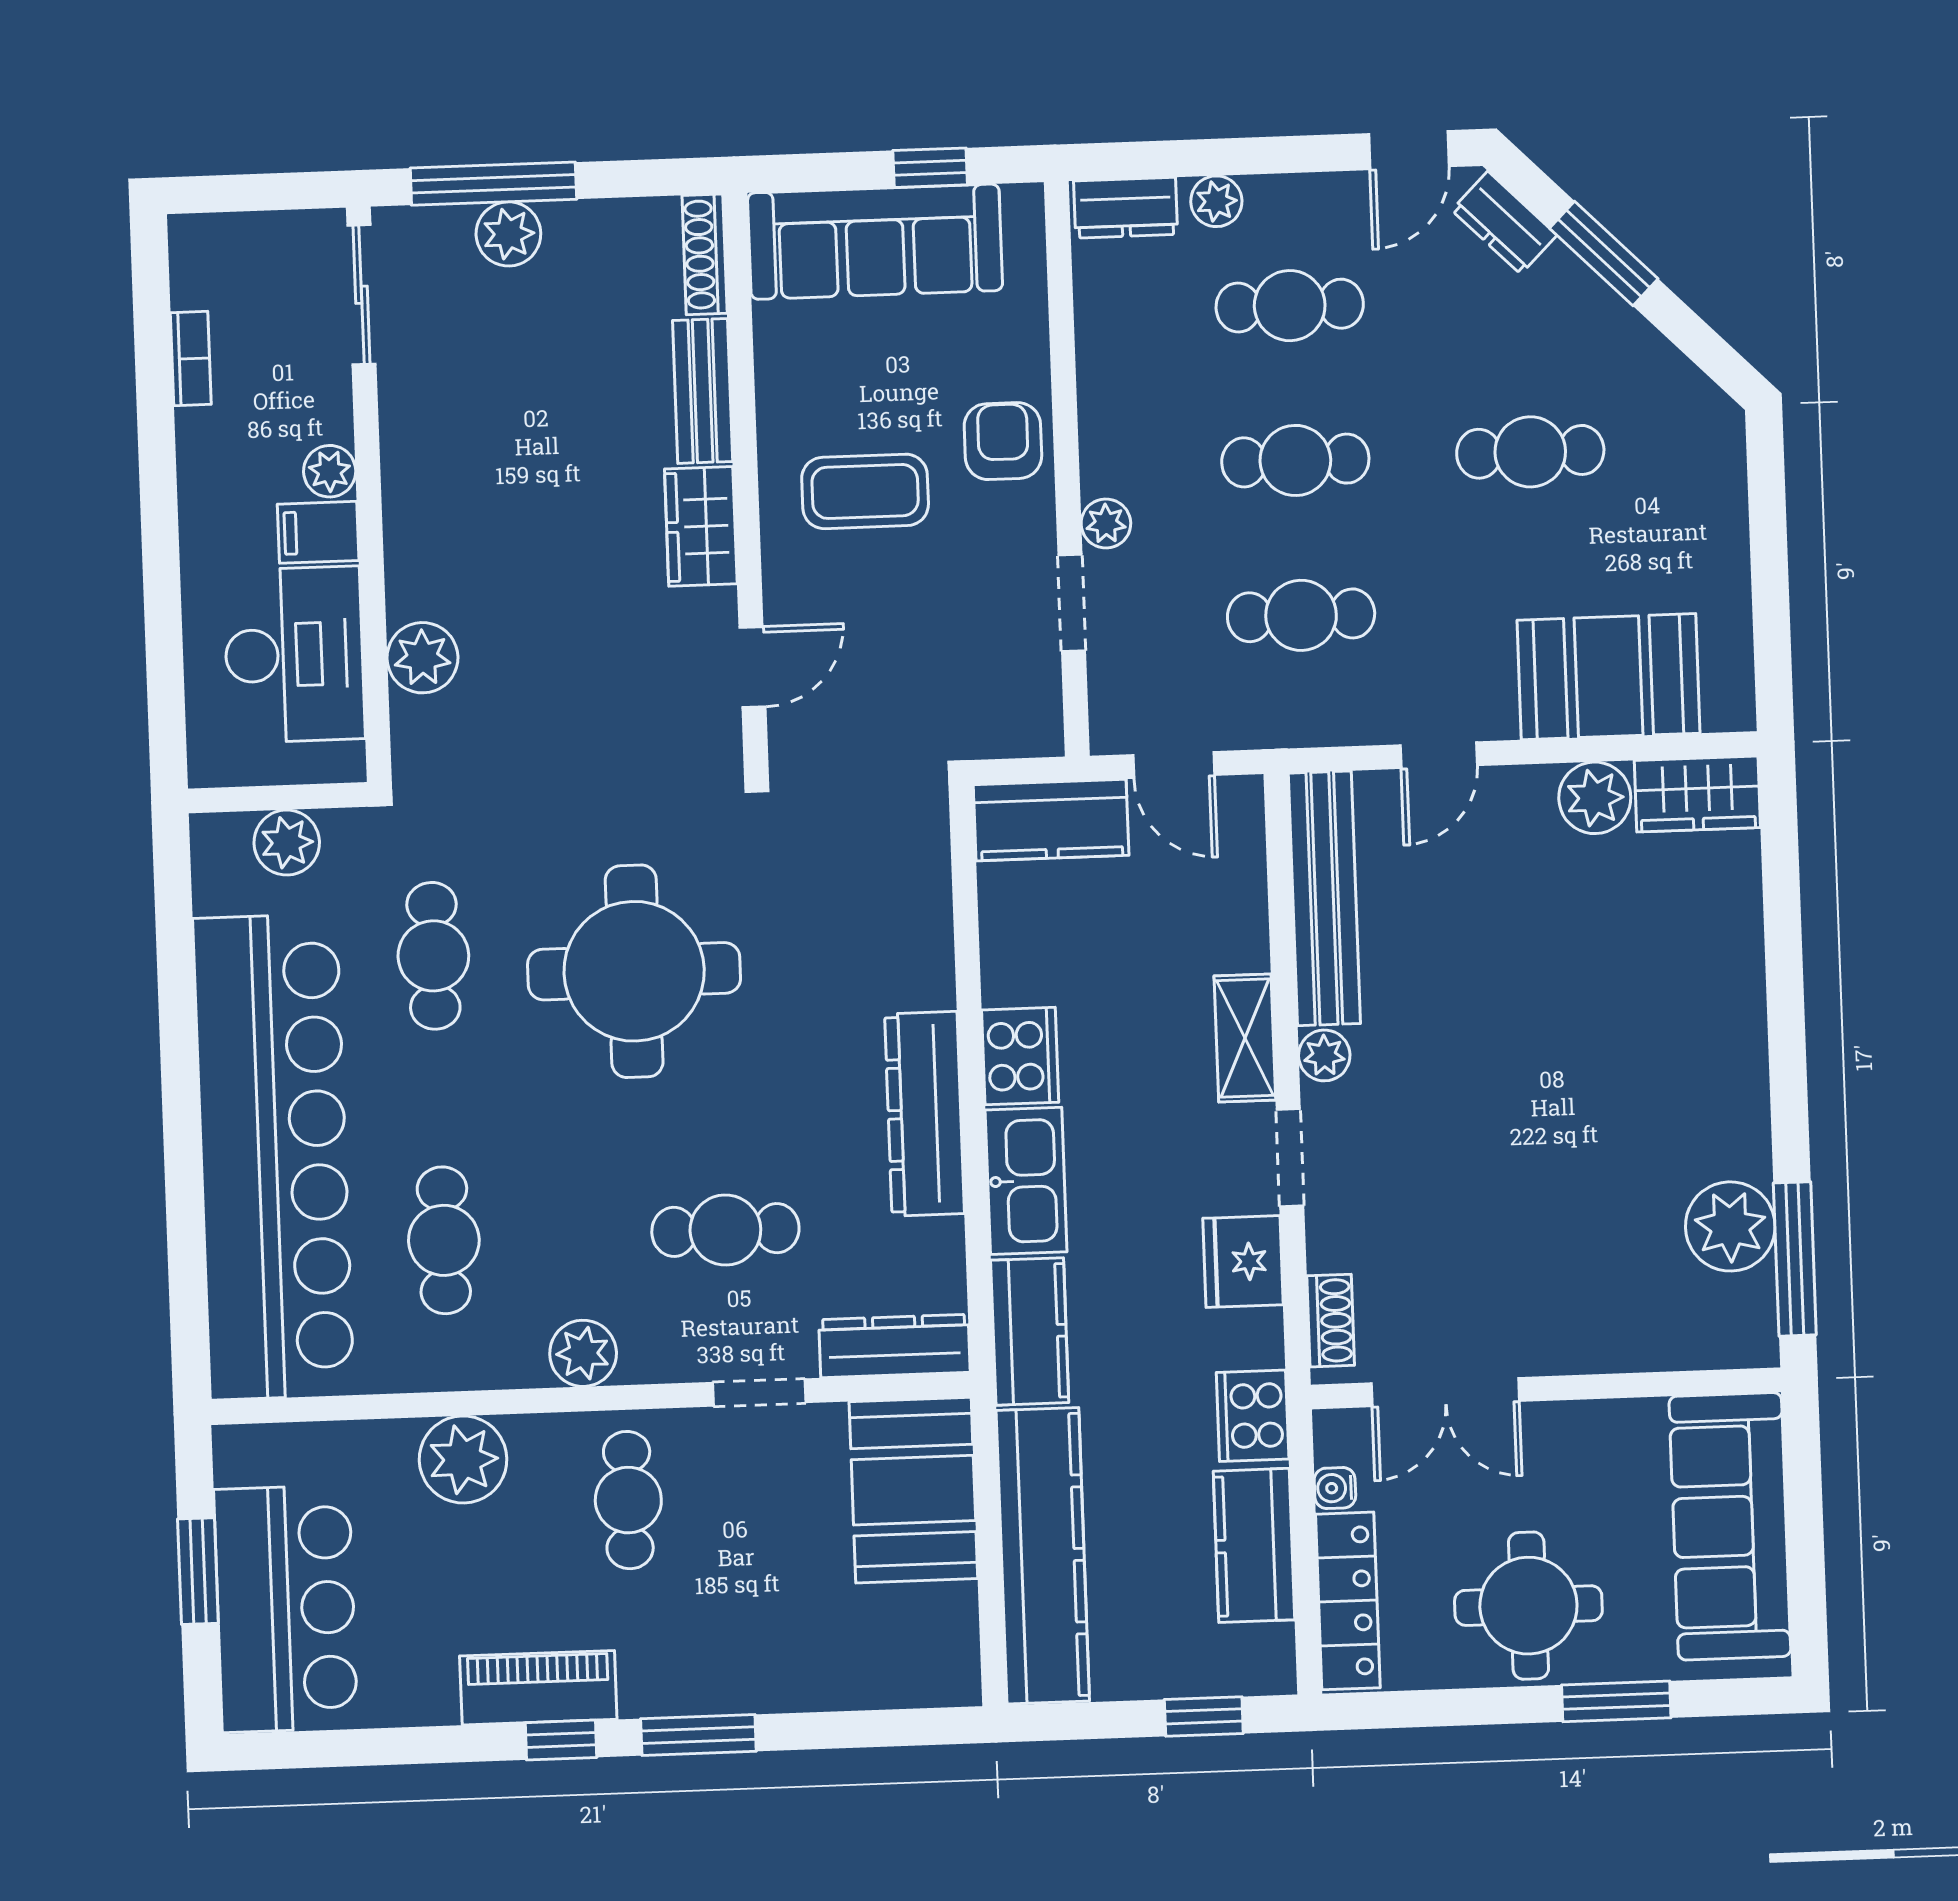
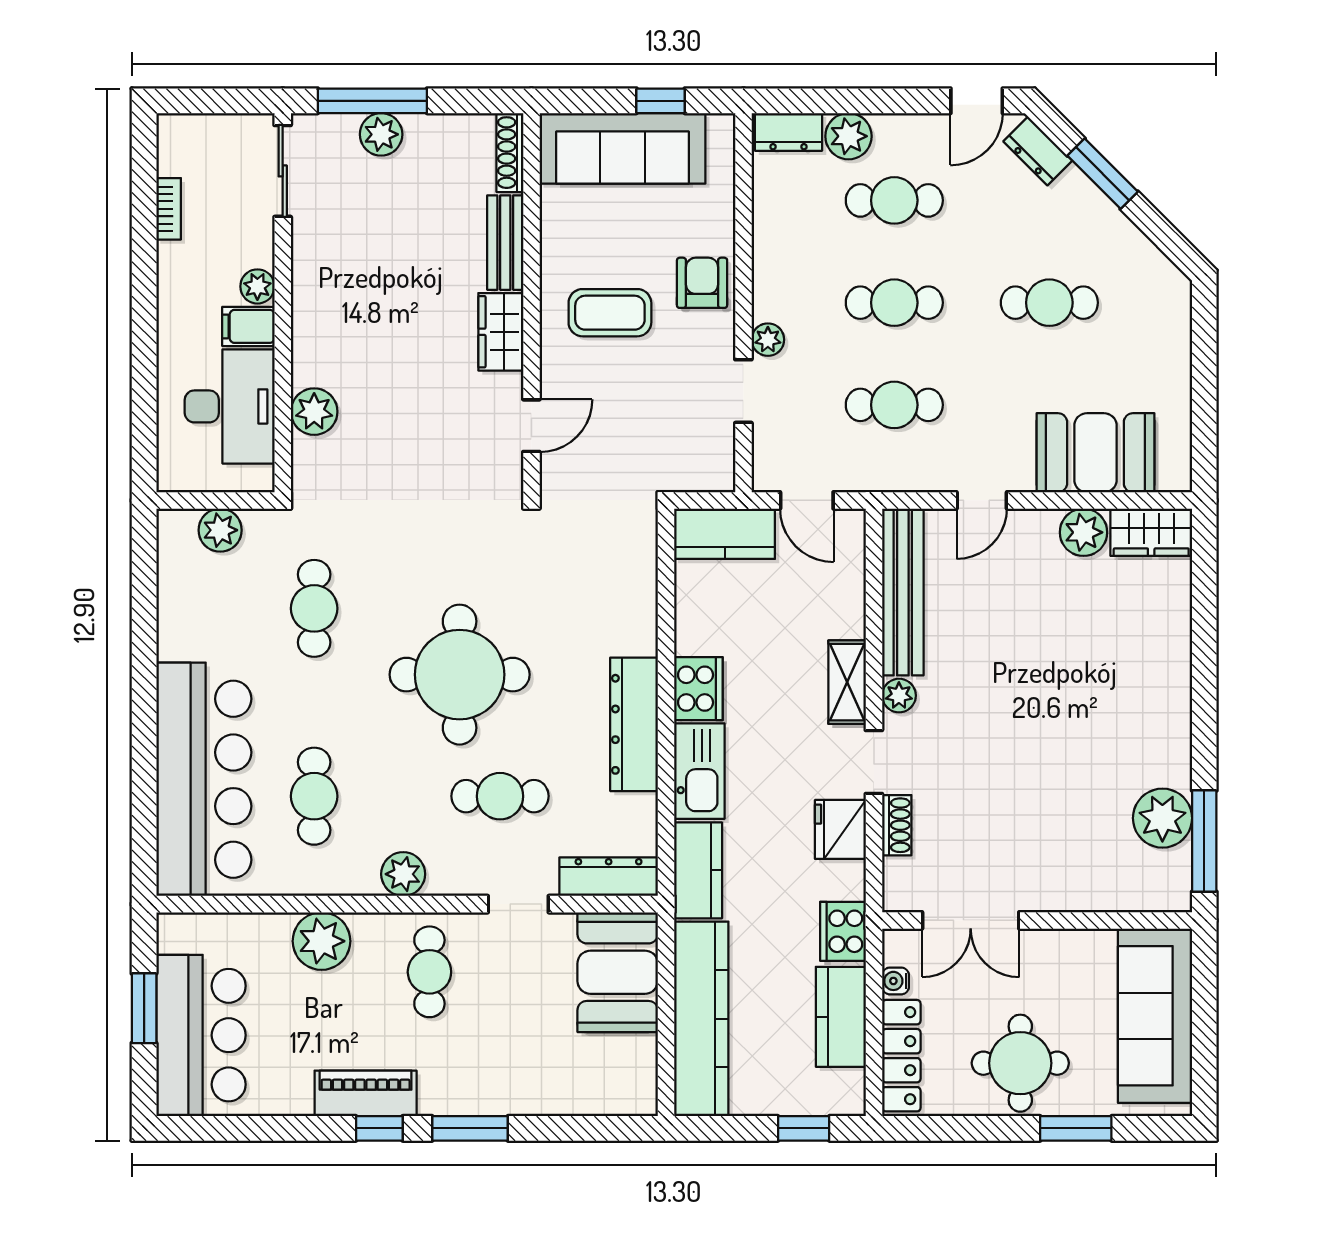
plant: (1216, 201) -> (848, 136), width x1.38, depth x1.38
round table: (634, 971) -> (460, 675), moved
bar counter: (273, 1157) -> (204, 779), width x0.73
shoe rack: (1331, 1321) -> (897, 825), moved

